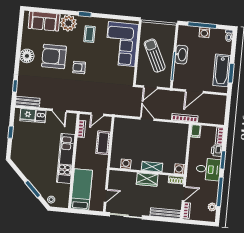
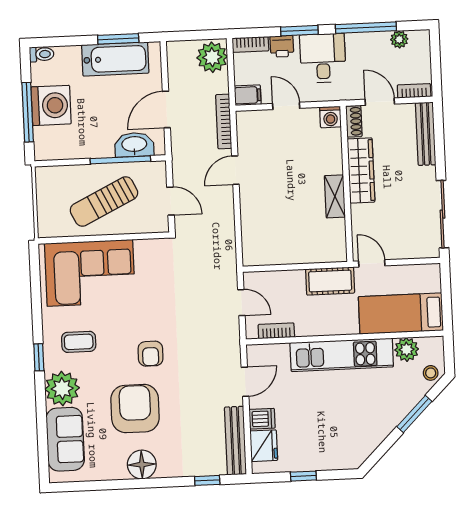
washing machine: (204, 32) -> (51, 105), width x1.89, depth x1.89
washbasin: (181, 55) -> (134, 145), moved
armchair: (54, 56) -> (135, 409), turned 180
door: (194, 91) -> (166, 109), swing flipped
bench: (28, 102) -> (235, 441), width x1.36
plant: (216, 117) -> (212, 57), added
door: (147, 119) -> (235, 170), moved
cot: (103, 143) -> (330, 281), moved
door: (188, 149) -> (286, 106), added
washing machine: (126, 164) -> (336, 229), removed
shelving: (152, 167) -> (335, 196), moved
wardrobe: (147, 179) -> (361, 170), width x1.50
plant: (64, 190) -> (407, 349), added
door: (106, 196) -> (372, 263), moved

